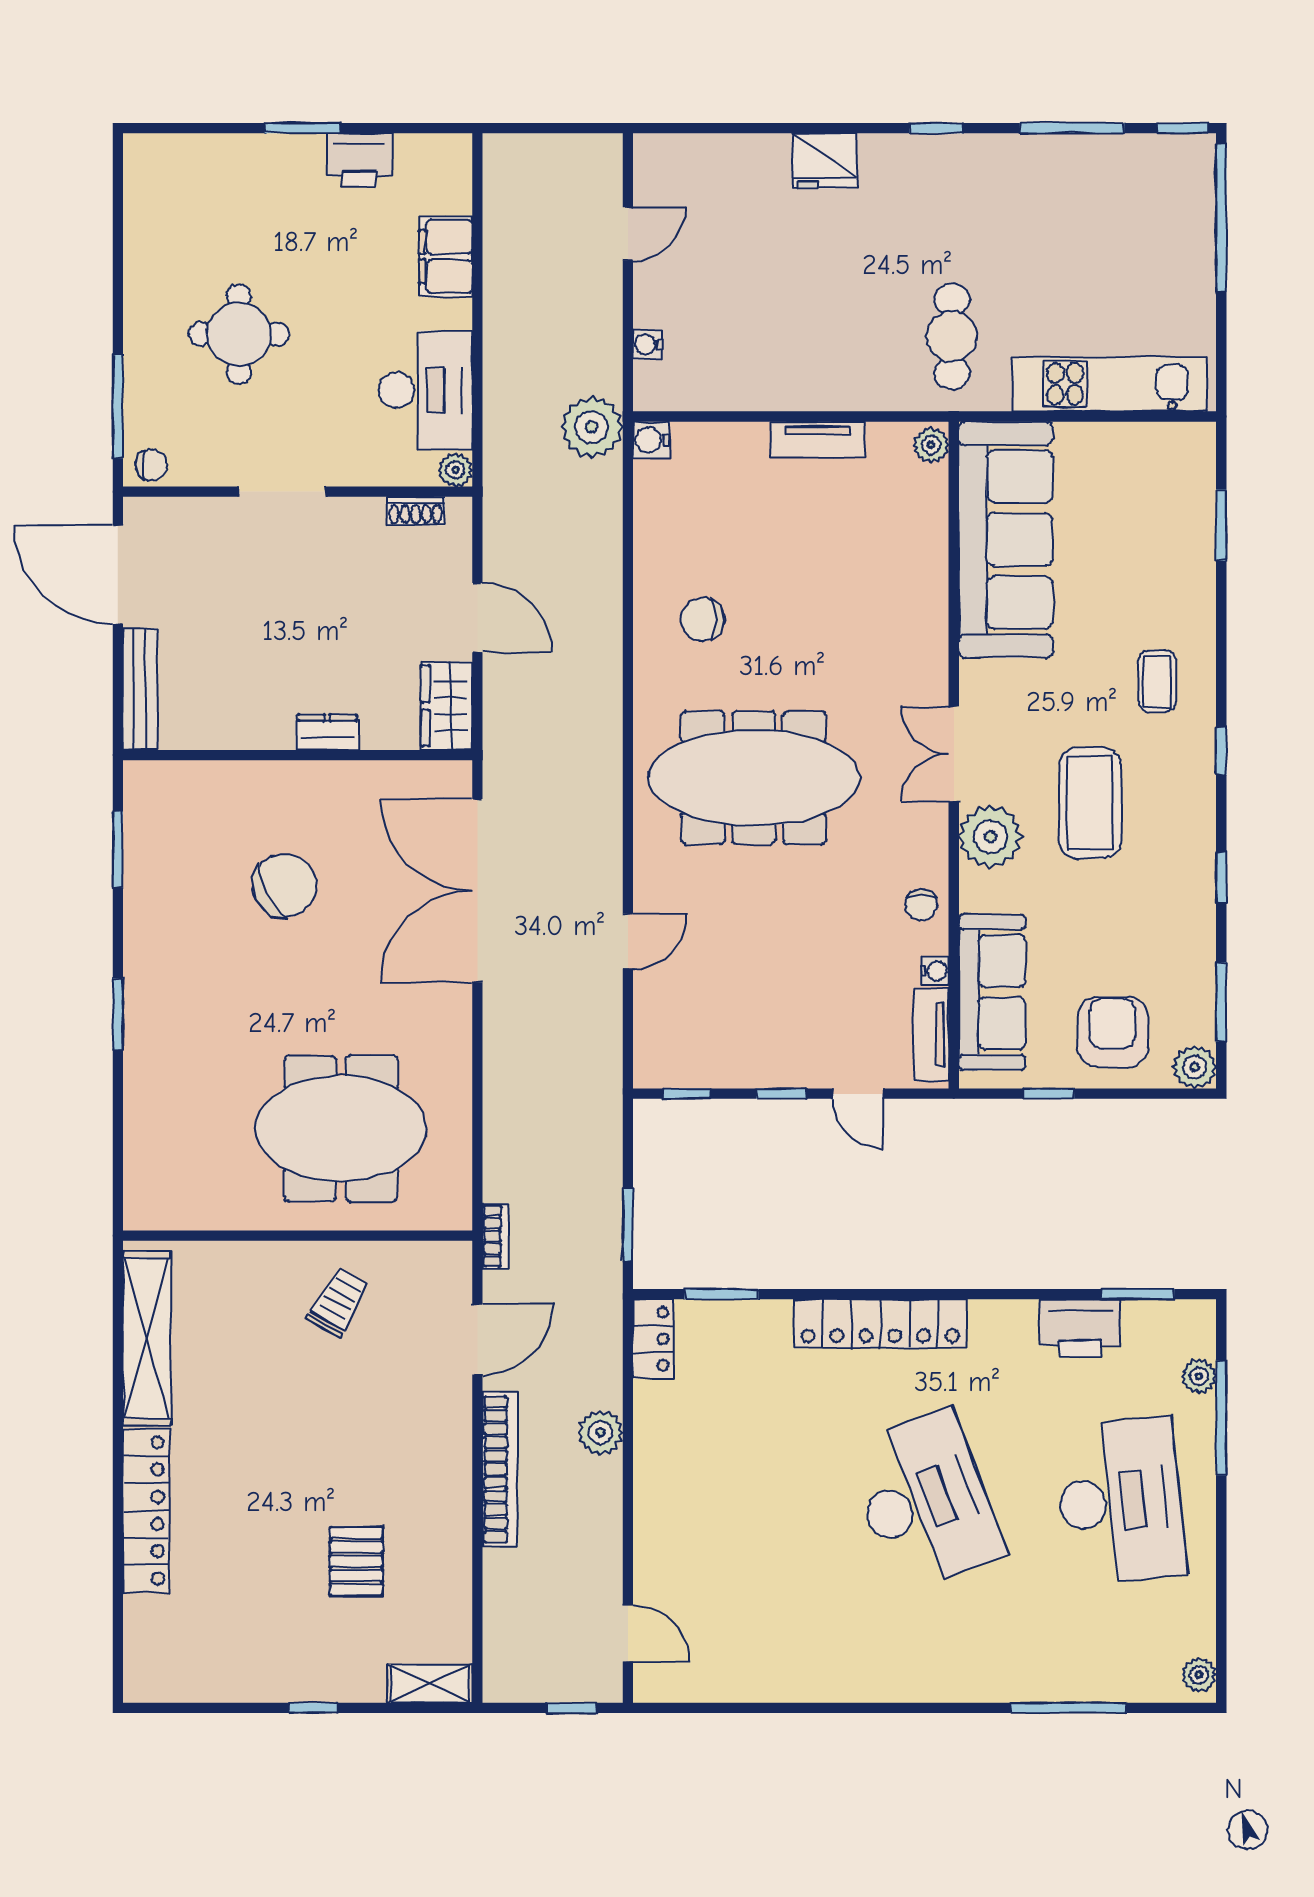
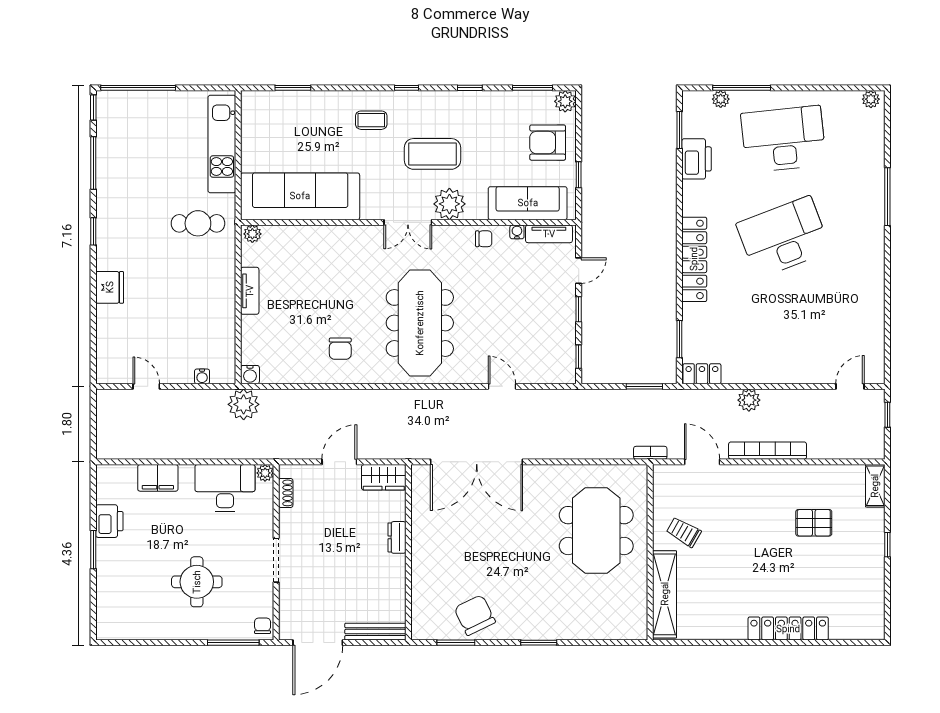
chair: (285, 885) -> (475, 615), moved
shelving: (147, 1338) -> (665, 594), moved, turned 90
window: (1068, 1708) -> (887, 197), moved

